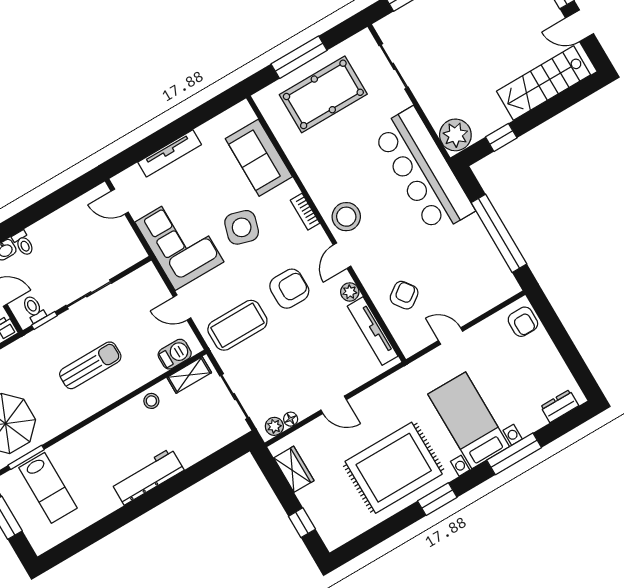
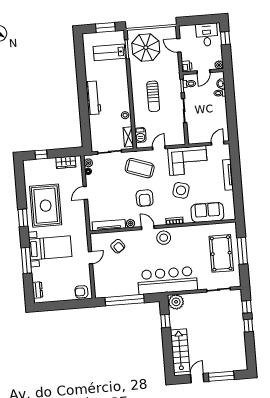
coffee table: (237, 325) -> (140, 168), turned -71

